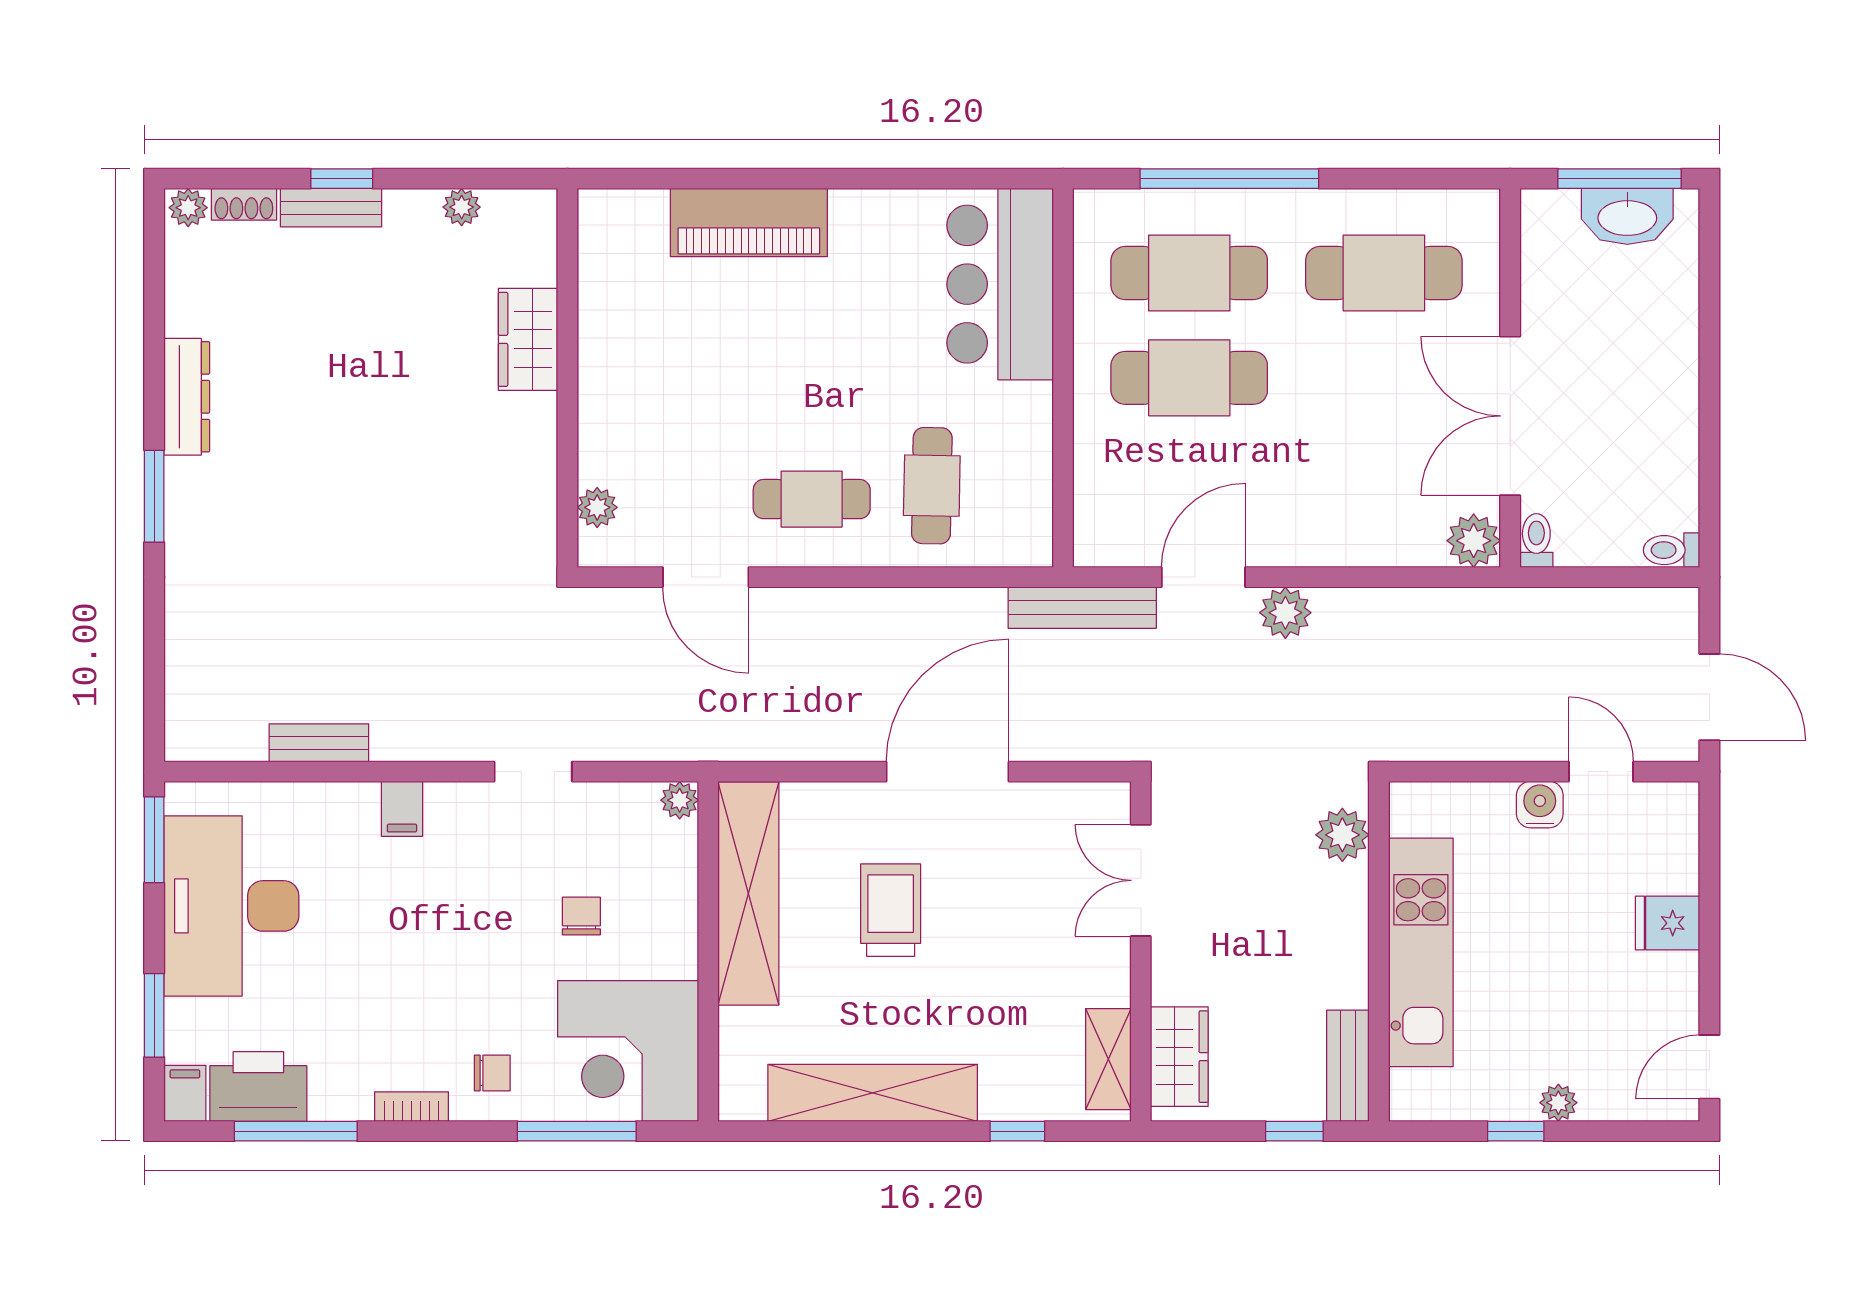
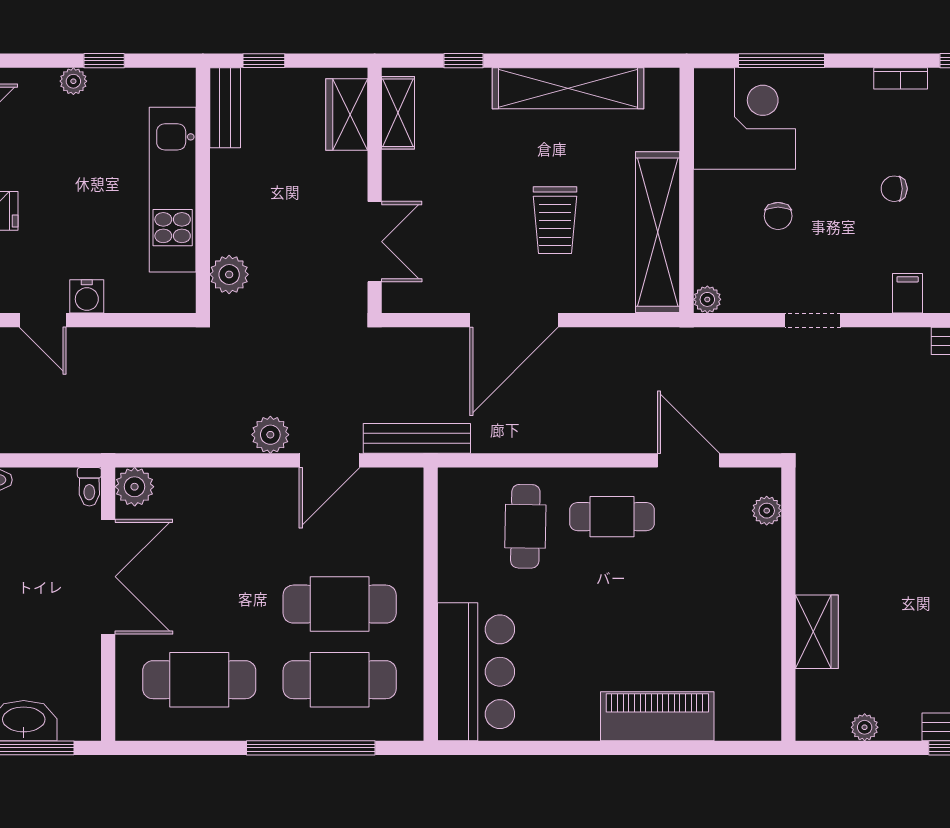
chair: (492, 1073) -> (894, 189), moved

